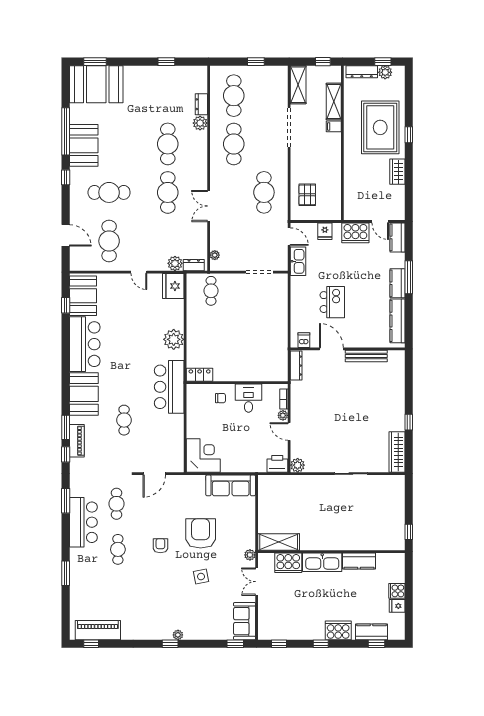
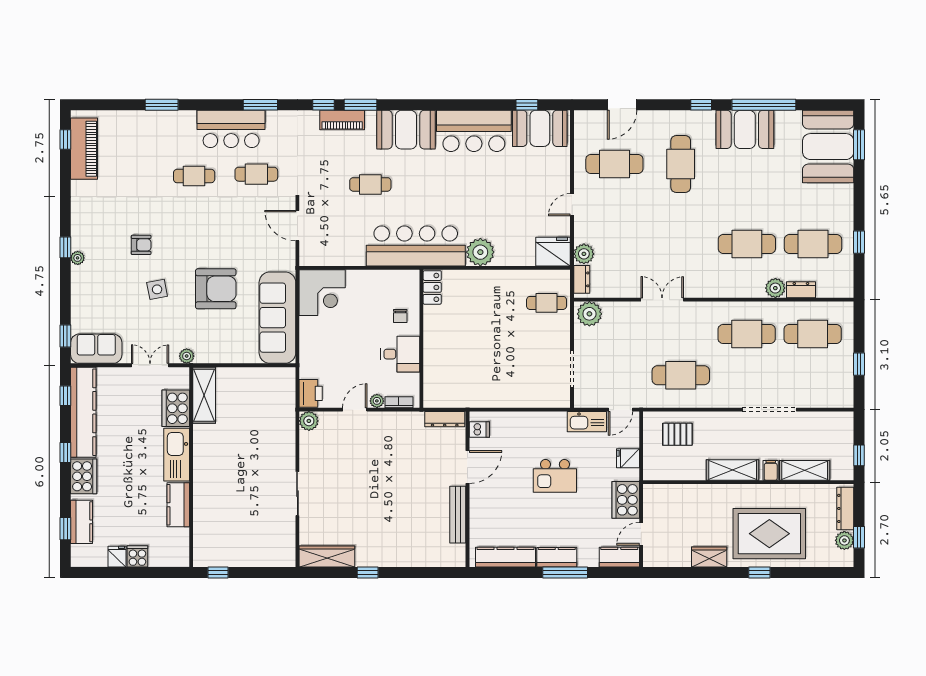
shelving: (298, 85) -> (733, 470), moved
cafe table: (168, 192) -> (813, 244), moved
plant: (215, 255) -> (589, 314), width x1.88, depth x1.88
kitchen island: (332, 302) -> (555, 476), moved
bar counter: (169, 387) -> (416, 246), width x1.36
sofa: (231, 485) -> (277, 318), width x1.36, depth x1.27
armchair: (160, 546) -> (141, 245), moved
kitchen counter: (291, 631) -> (83, 412), added

